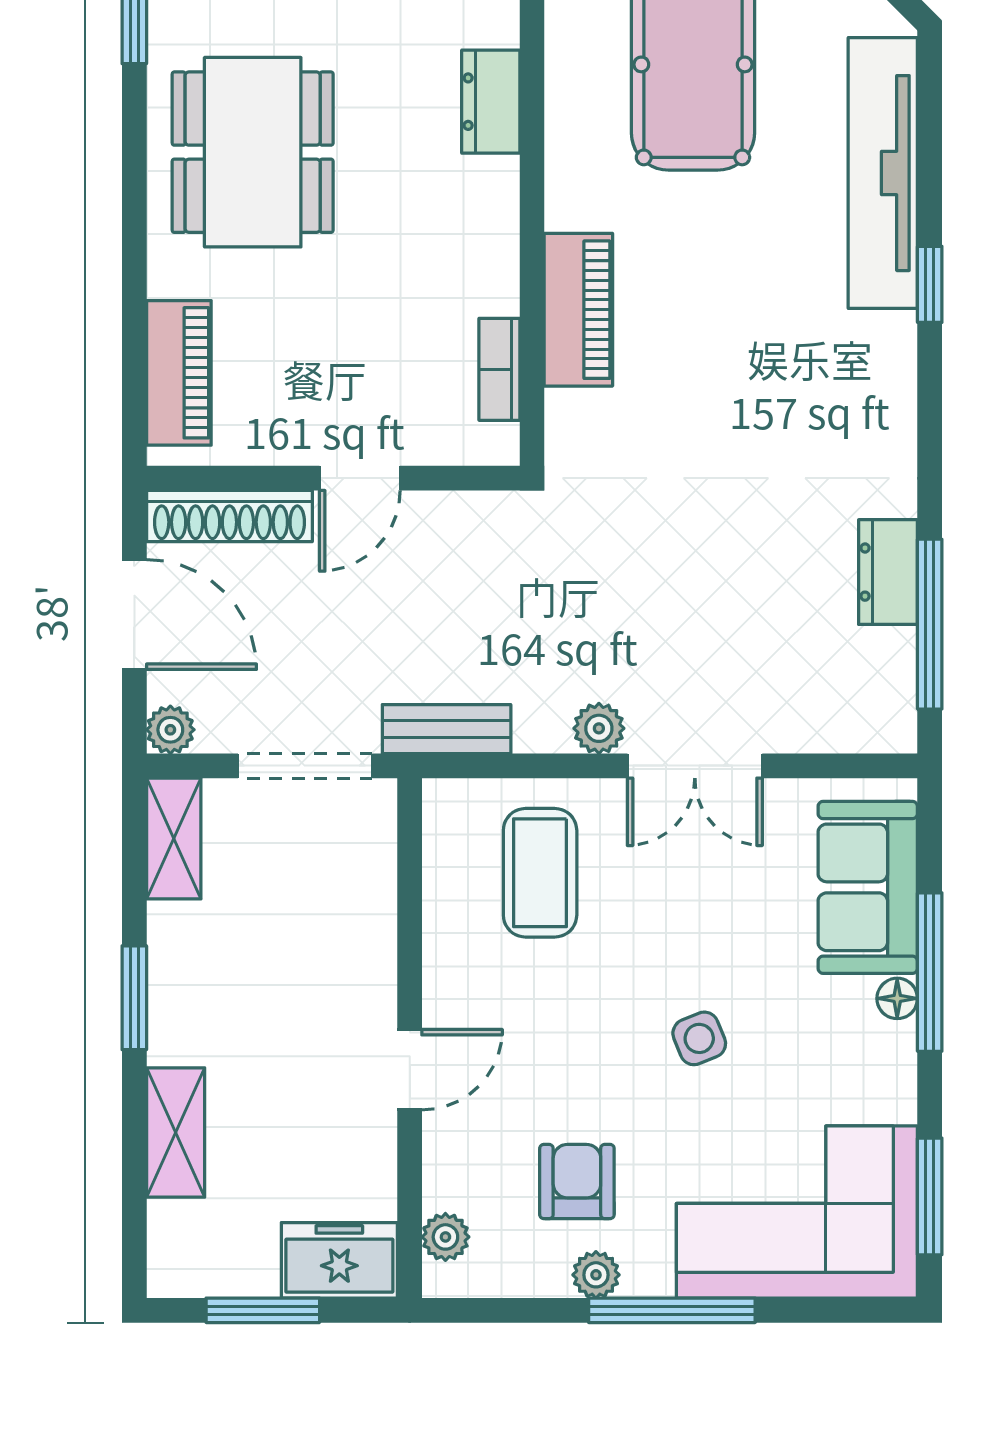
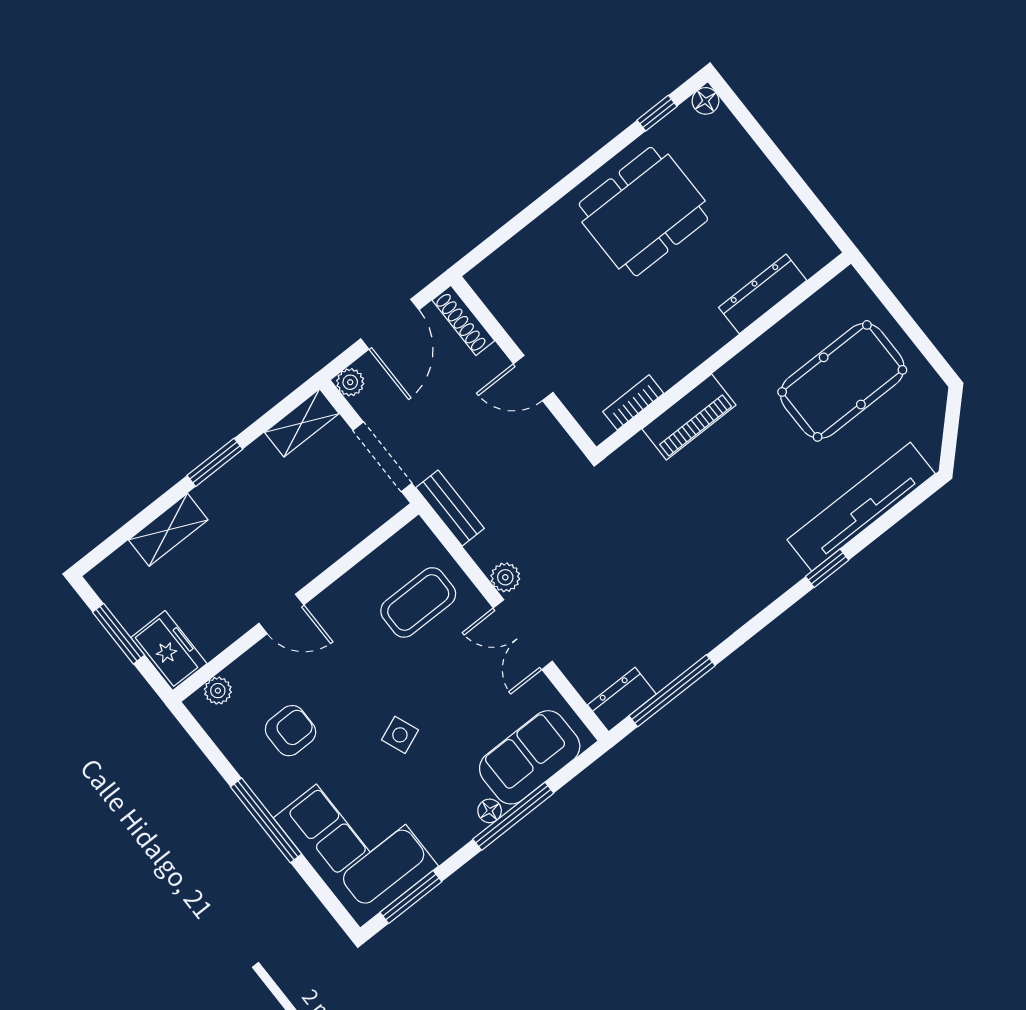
dresser: (491, 102) -> (763, 294), width x1.44
piano: (179, 373) -> (516, 257), removed
shoe rack: (229, 516) -> (463, 320), width x0.74, depth x0.81
dresser: (888, 572) -> (622, 699), moved
plant: (596, 1275) -> (255, 773), removed

